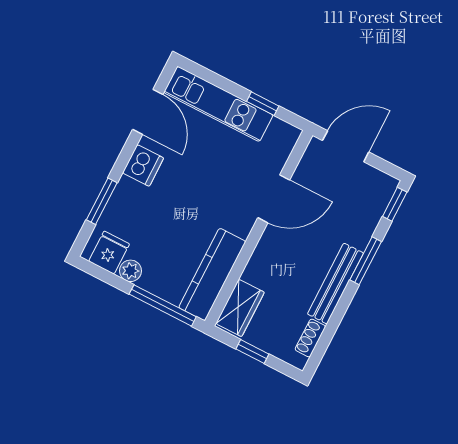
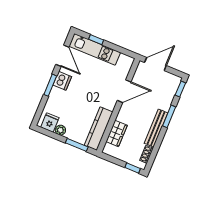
window: (263, 104) -> (96, 40), moved
window: (102, 201) -> (50, 85), moved
window: (163, 305) -> (77, 145), width x0.69
wardrobe: (240, 308) -> (117, 133), moved
window: (252, 352) -> (133, 168), moved

